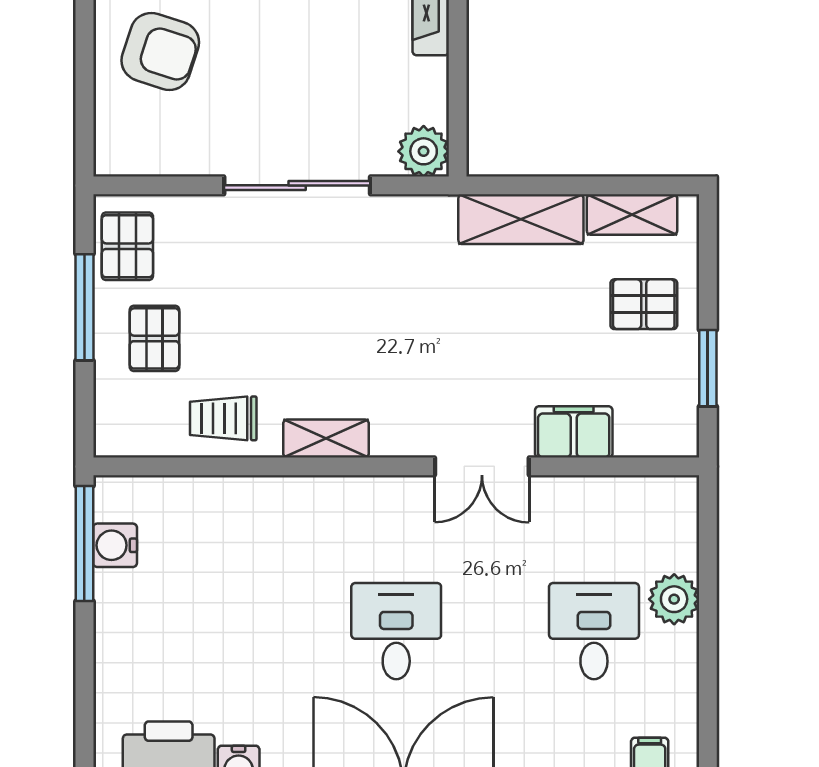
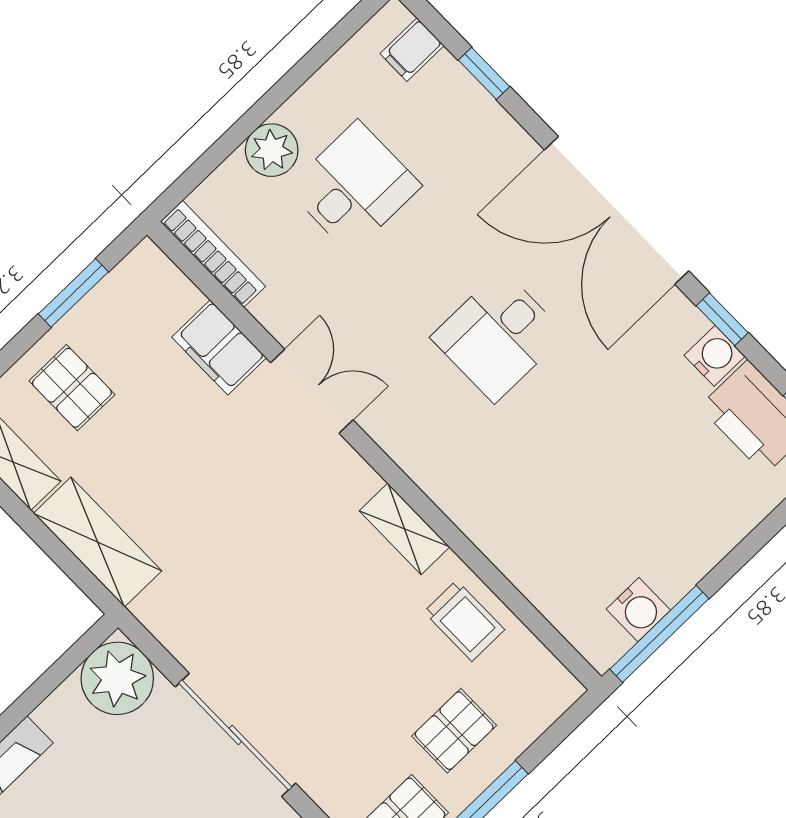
plant: (424, 151) -> (117, 678), width x1.36, depth x1.36
bookcase: (642, 490) -> (213, 254), added
desk: (594, 631) -> (354, 187), turned 180

